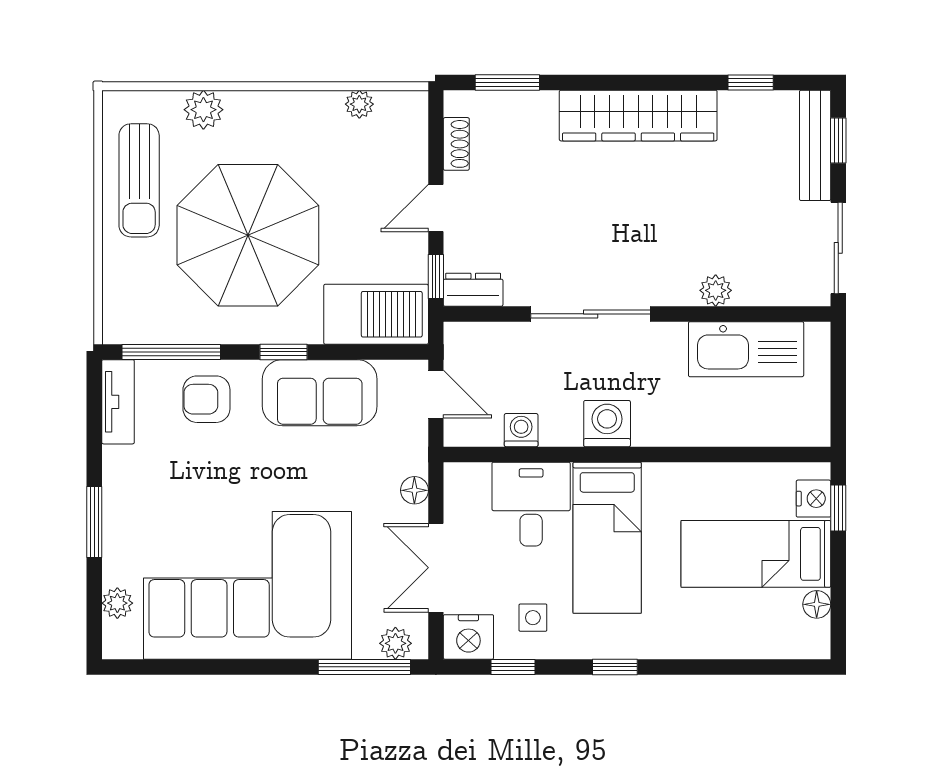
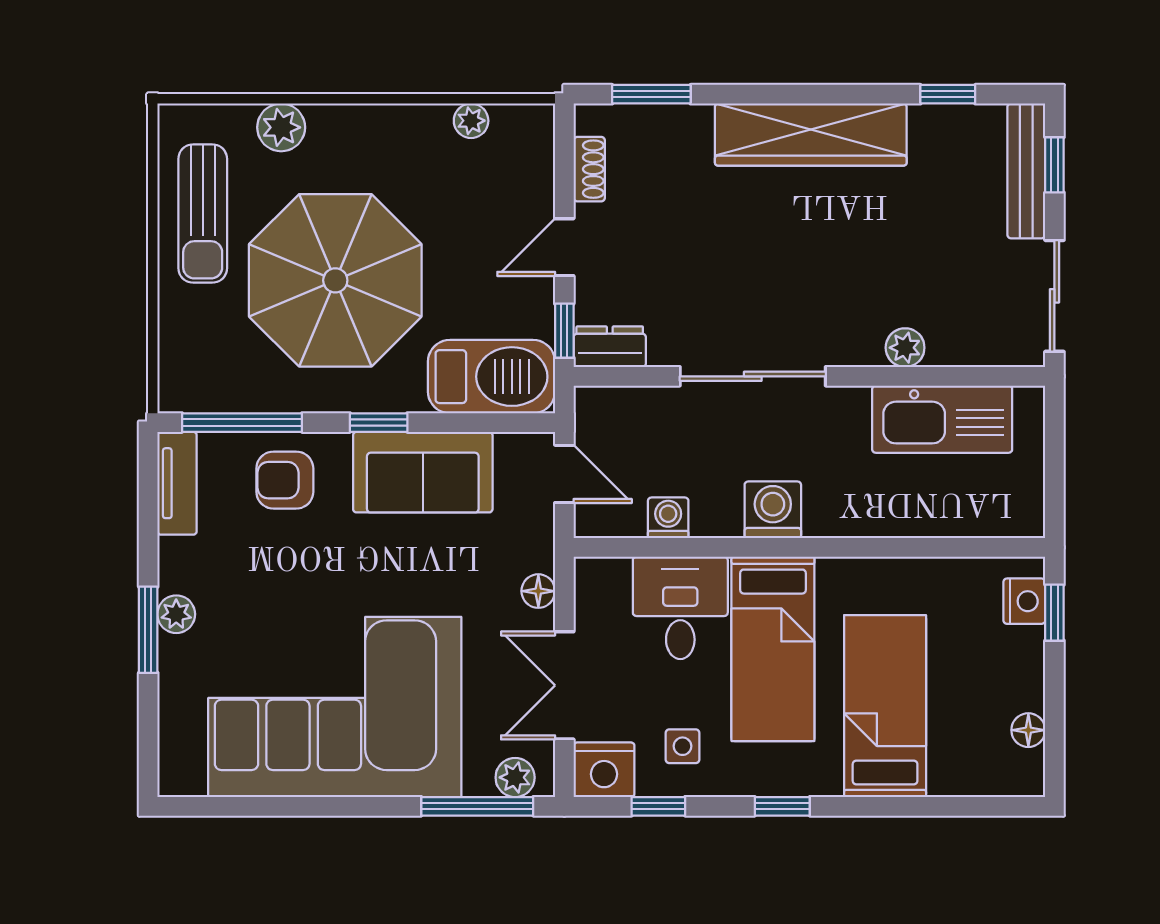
bed: (756, 554) -> (885, 706), moved, turned 90
plant: (117, 603) -> (176, 614), moved

